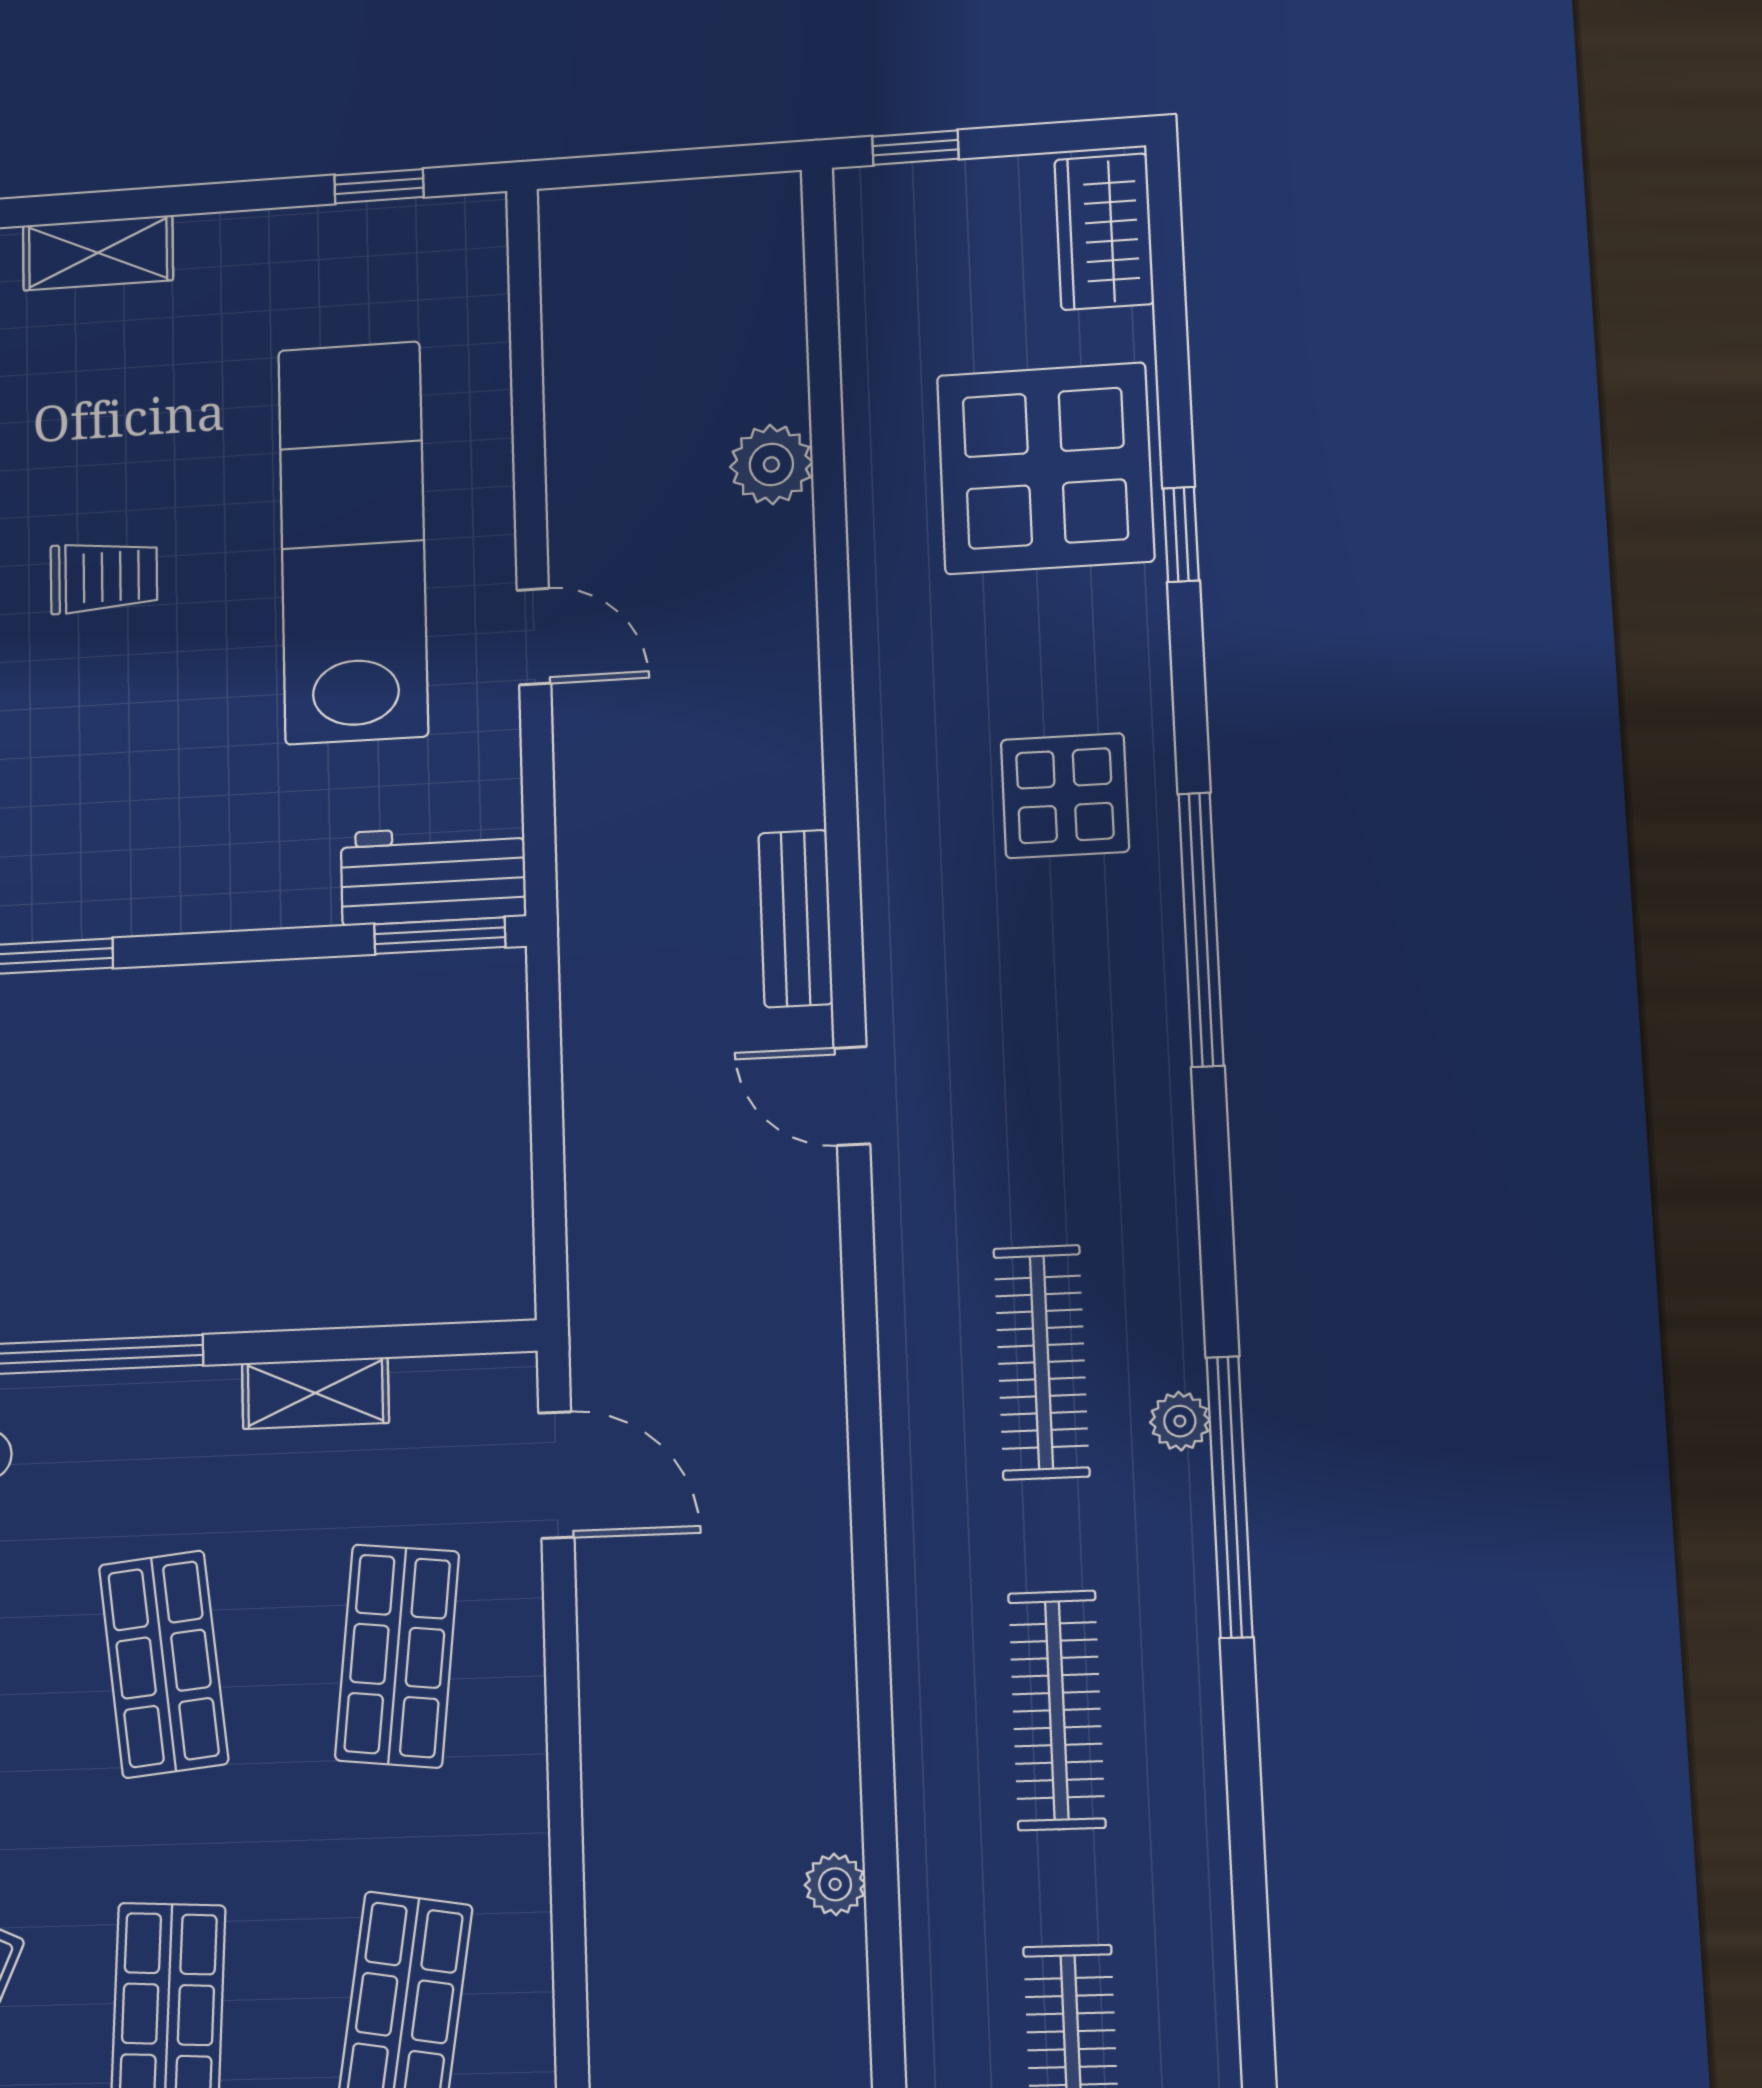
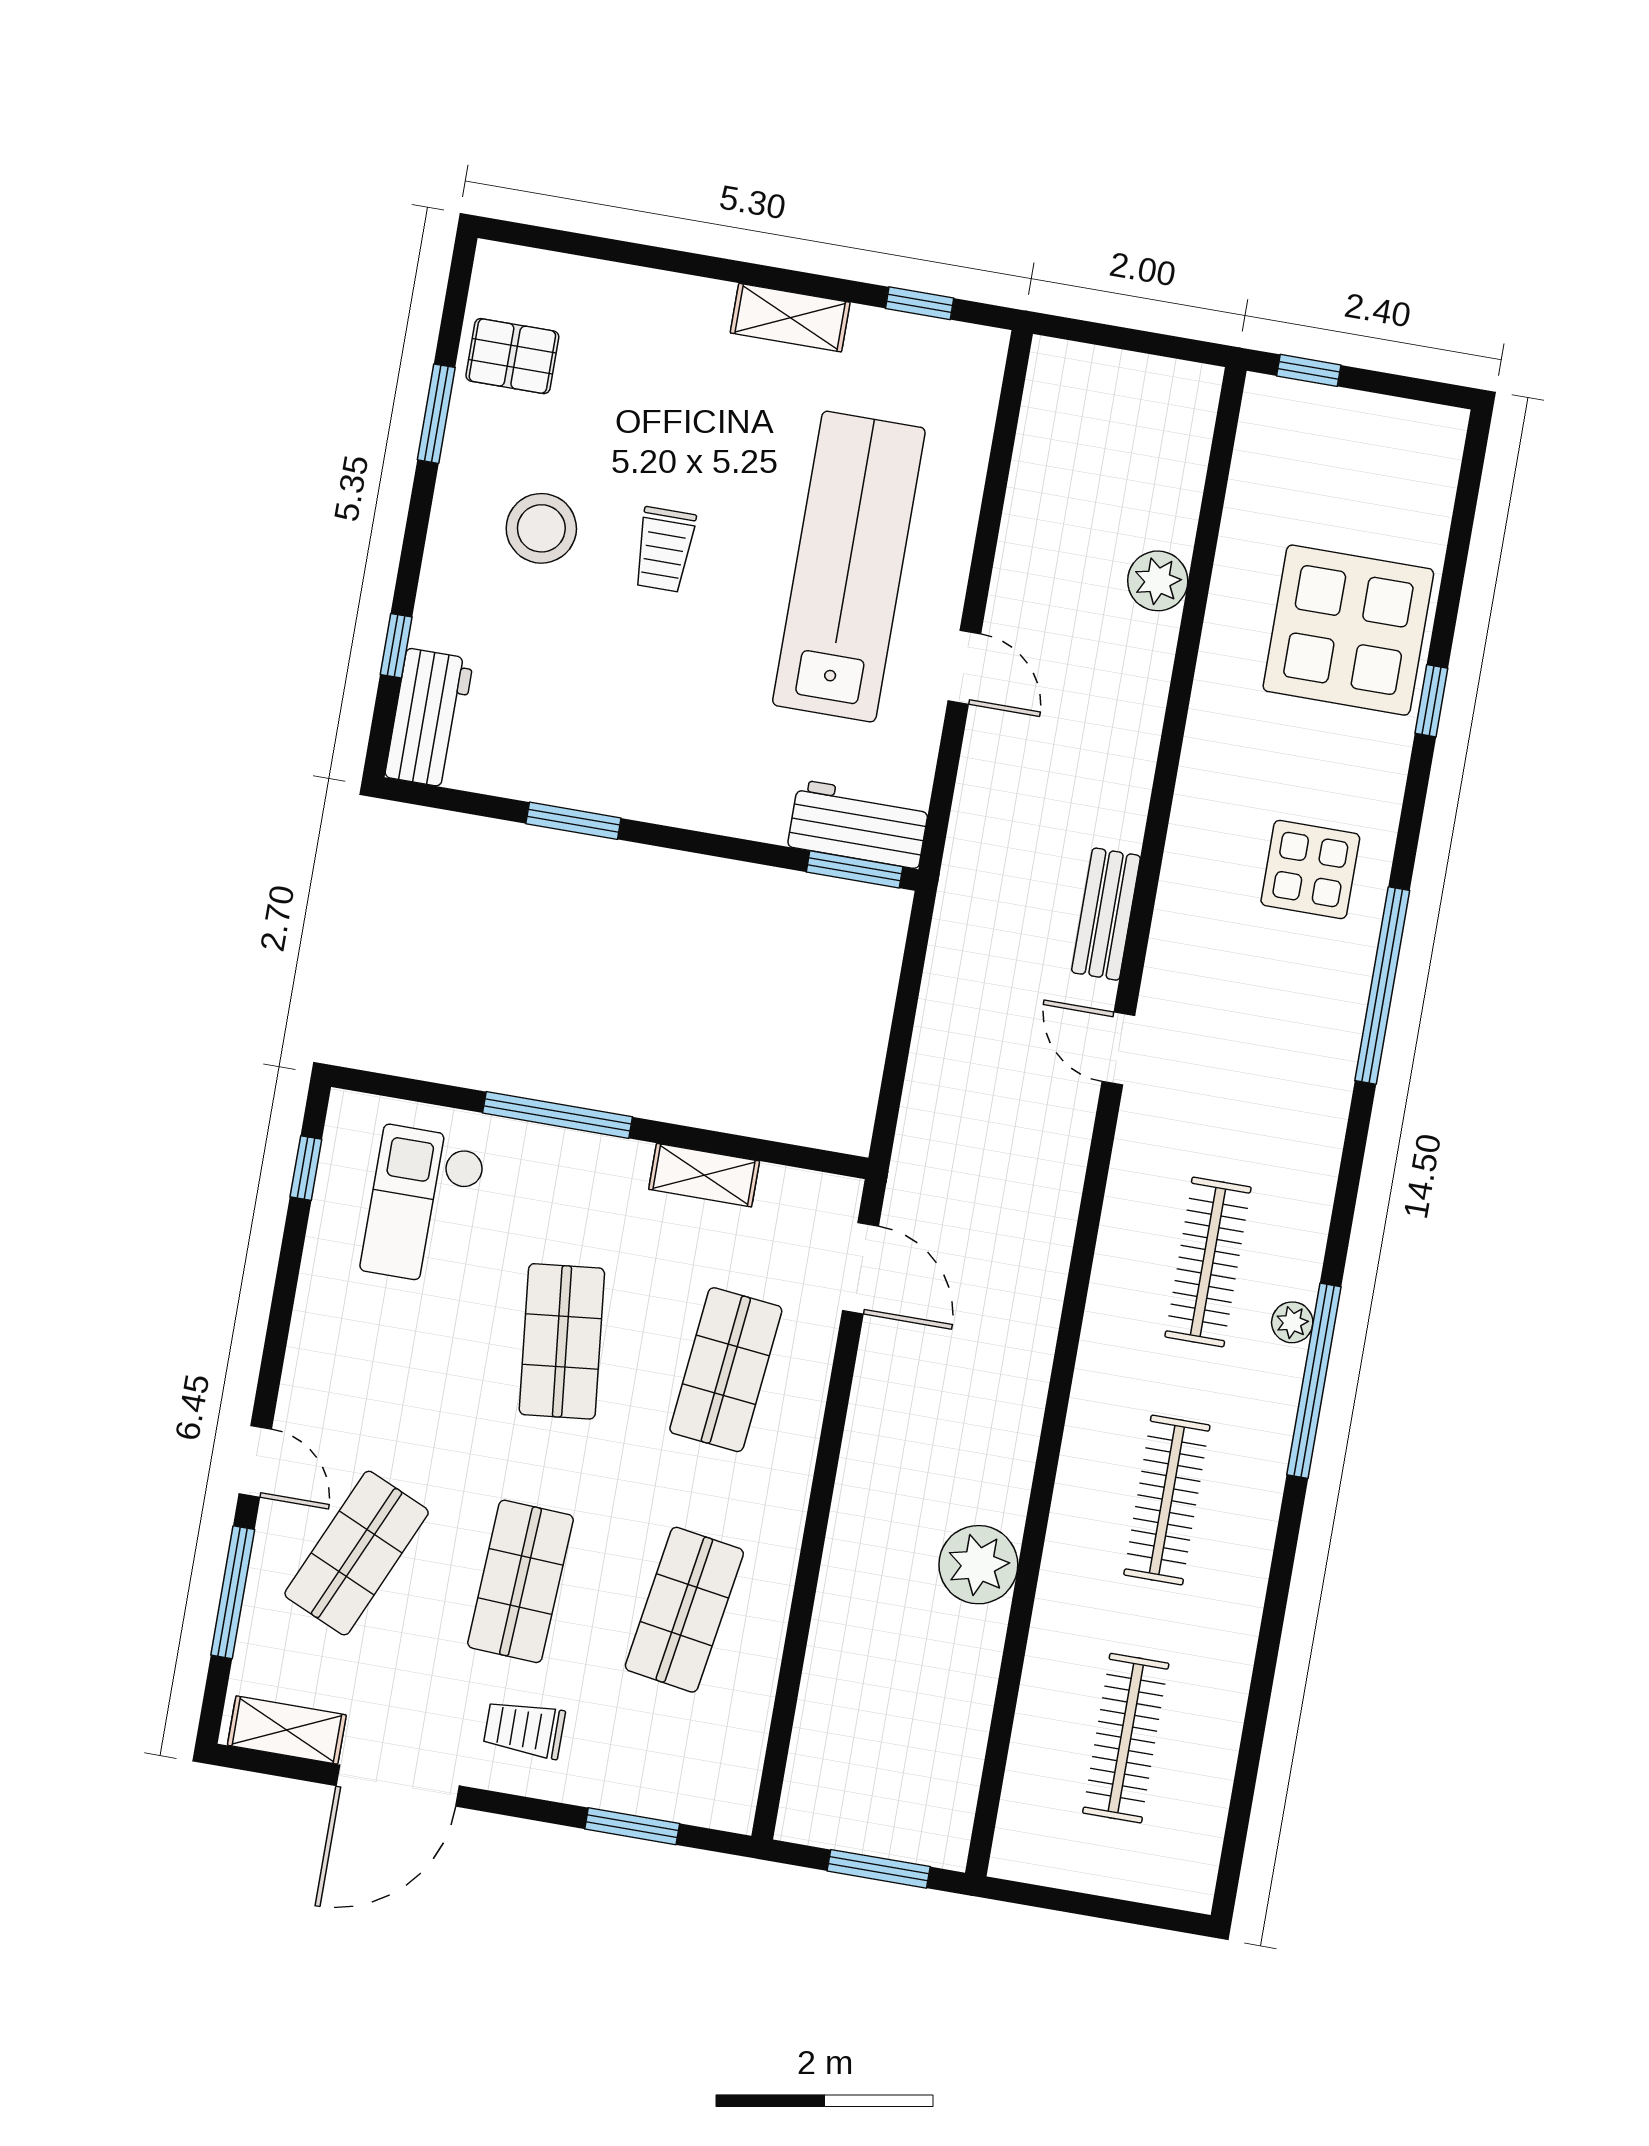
wardrobe: (1104, 232) -> (1427, 466), removed
shelving: (98, 253) -> (790, 318), moved
trolley: (104, 577) -> (664, 549), turned 90
plant: (835, 1884) -> (978, 1565), width x1.88, depth x1.88

